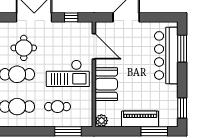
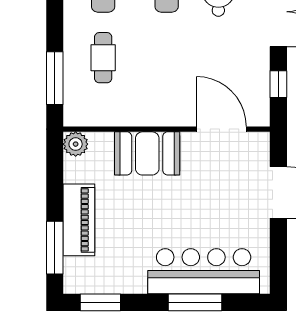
door: (94, 46) -> (221, 129), swing flipped
window: (182, 49) -> (195, 302), moved
checkout: (68, 73) -> (168, 78), removed

